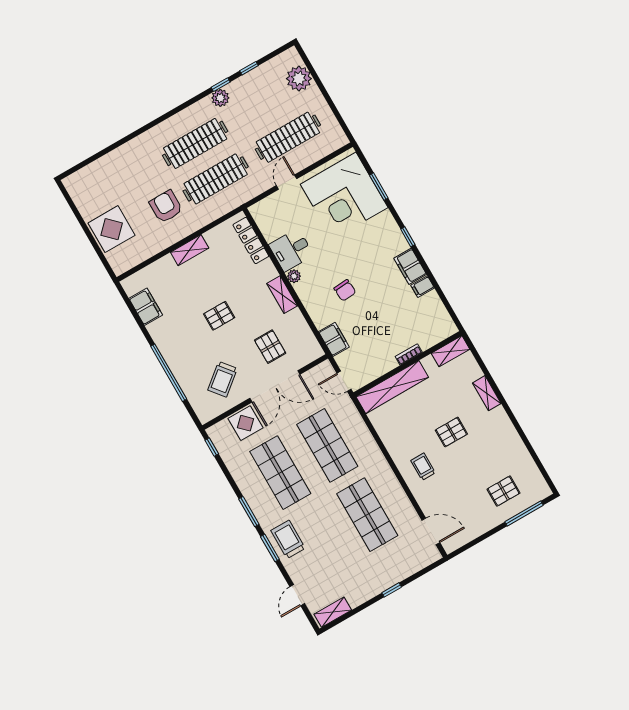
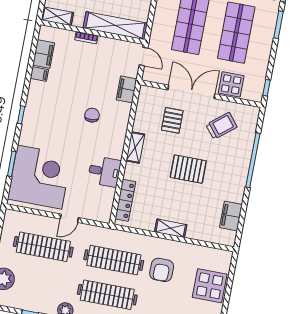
filing cabinet: (410, 266) -> (44, 54), moved
plant: (294, 276) -> (117, 153), removed
pallet: (219, 316) -> (188, 169), width x1.50, depth x1.42

